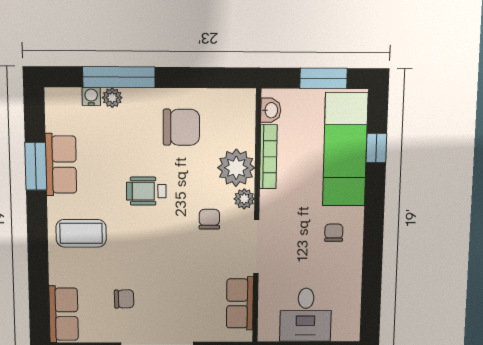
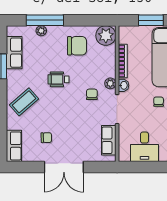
water cooler: (91, 97) -> (30, 30), removed
washbasin: (271, 110) -> (124, 85), moved
row of seats: (61, 165) -> (14, 53), moved
plant: (236, 168) -> (106, 36), moved
coffee table: (81, 233) -> (24, 102), turned -41

